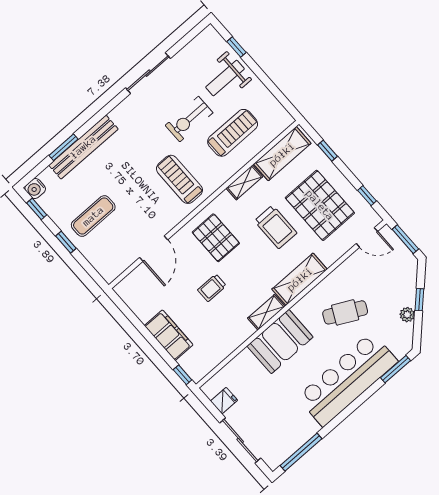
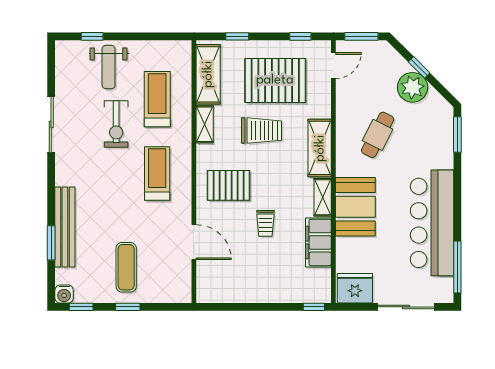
treadmill: (179, 179) -> (157, 174), turned 90
plant: (407, 315) -> (413, 87), width x1.87, depth x1.87
filing cabinet: (169, 335) -> (318, 242), moved, turned -90
bar counter: (347, 379) -> (432, 223), moved
fridge: (224, 401) -> (355, 288), width x1.88, depth x1.34

